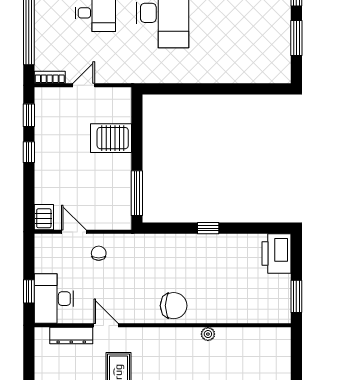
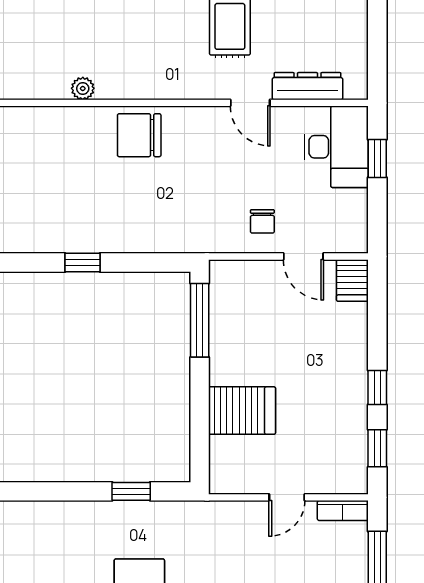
window: (179, 89) -> (131, 491), added

